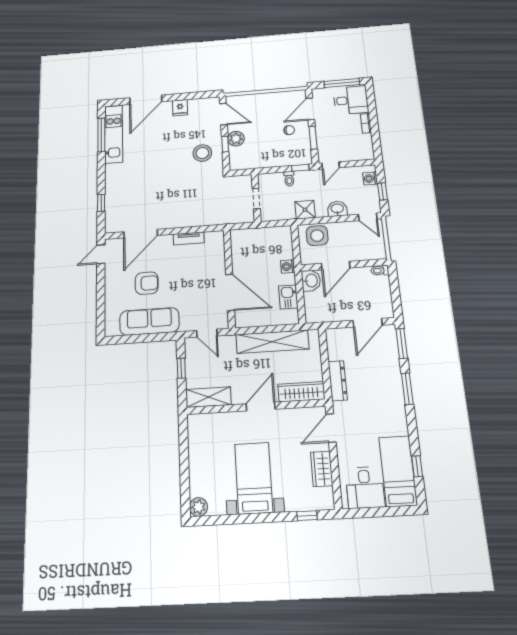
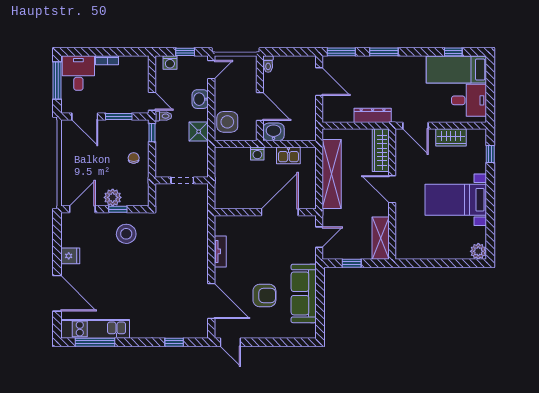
chair: (289, 130) -> (134, 158), moved
toilet: (289, 179) -> (163, 116), moved
armchair: (147, 283) -> (264, 295), turned 90

